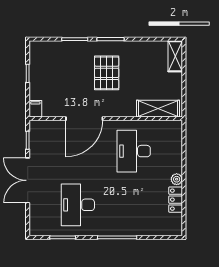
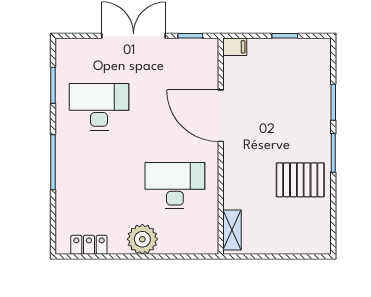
shelving: (175, 56) -> (309, 244), removed
pallet: (107, 73) -> (300, 180), moved
shelving: (158, 109) -> (232, 230), width x0.67, depth x0.75
plant: (177, 179) -> (142, 239), width x1.88, depth x1.88
locker: (176, 200) -> (89, 245), moved

